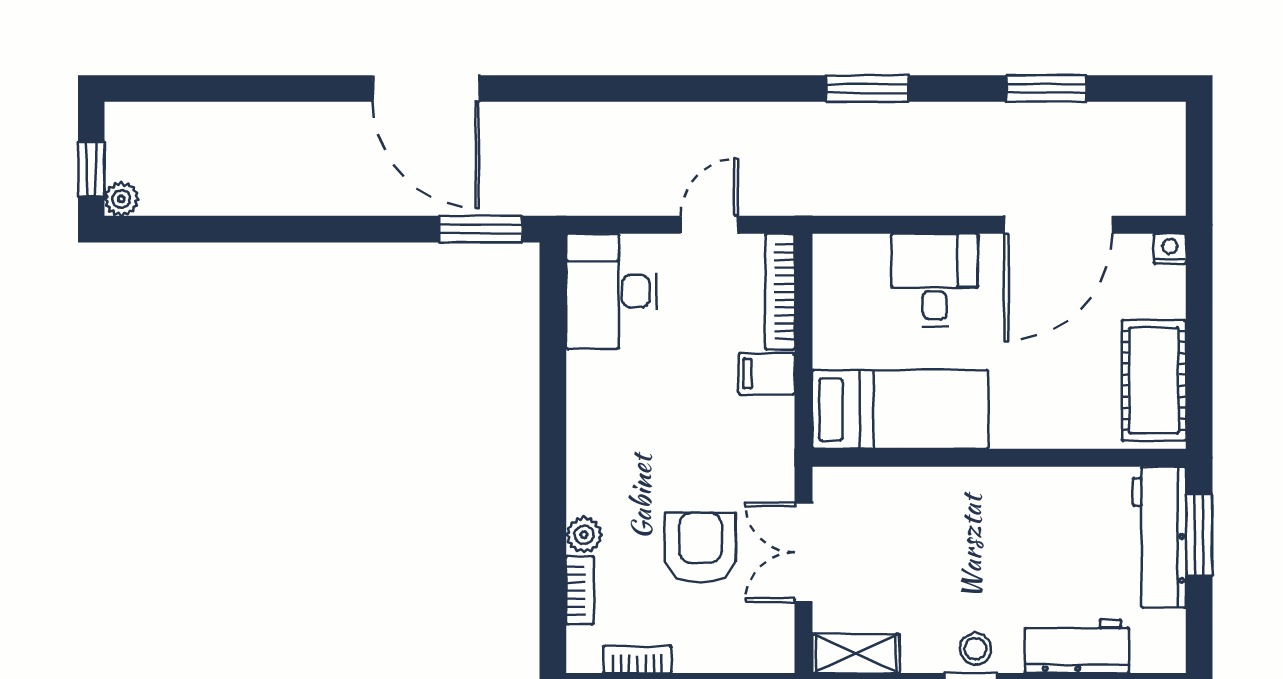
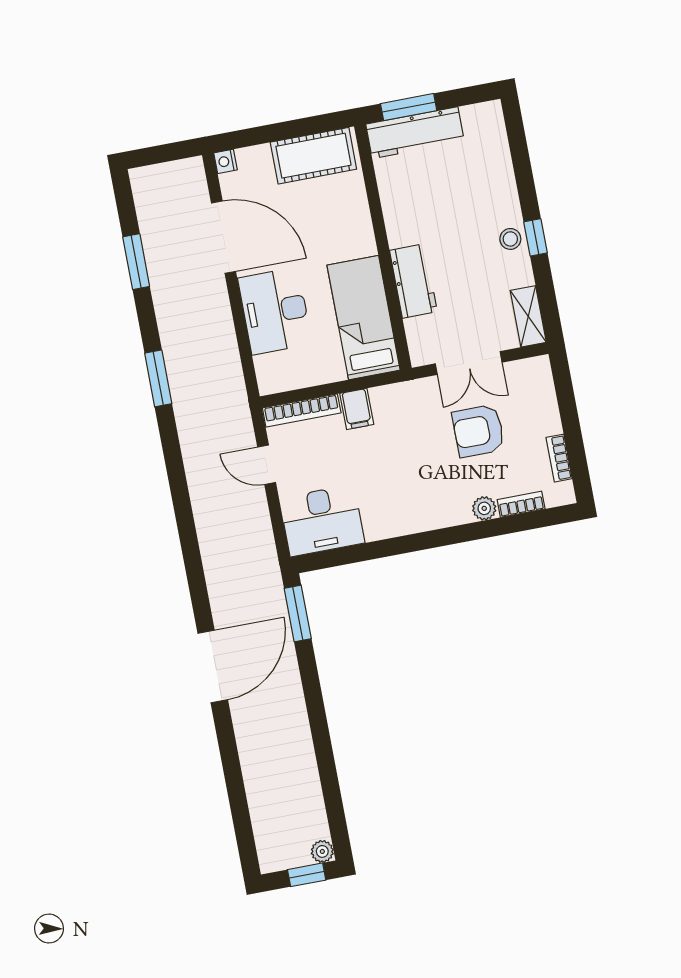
desk: (935, 280) -> (275, 311), width x1.37
workbench: (1077, 646) -> (413, 281), moved, turned 180

